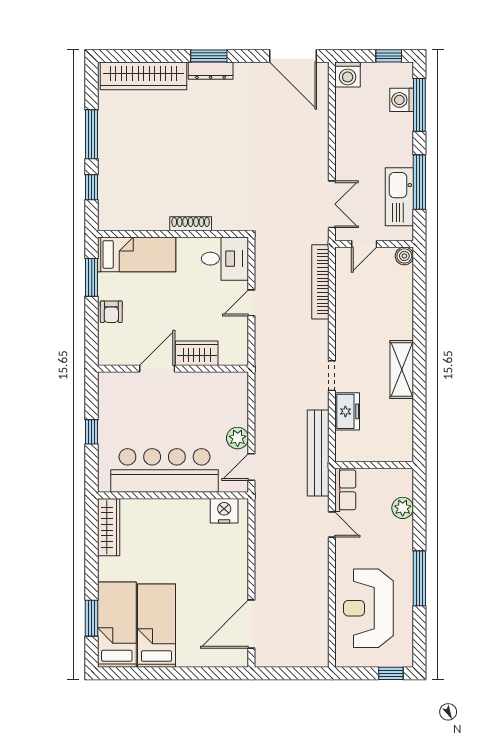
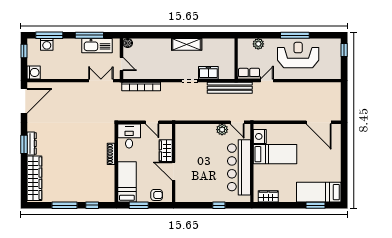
wardrobe: (197, 353) -> (166, 151), moved
door: (157, 369) -> (174, 171), moved
wall: (173, 369) -> (174, 163), moved
wardrobe: (109, 527) -> (268, 196), width x0.67
reception desk: (368, 608) -> (298, 55), moved, turned 180
bed: (156, 626) -> (275, 154), moved, turned 180

